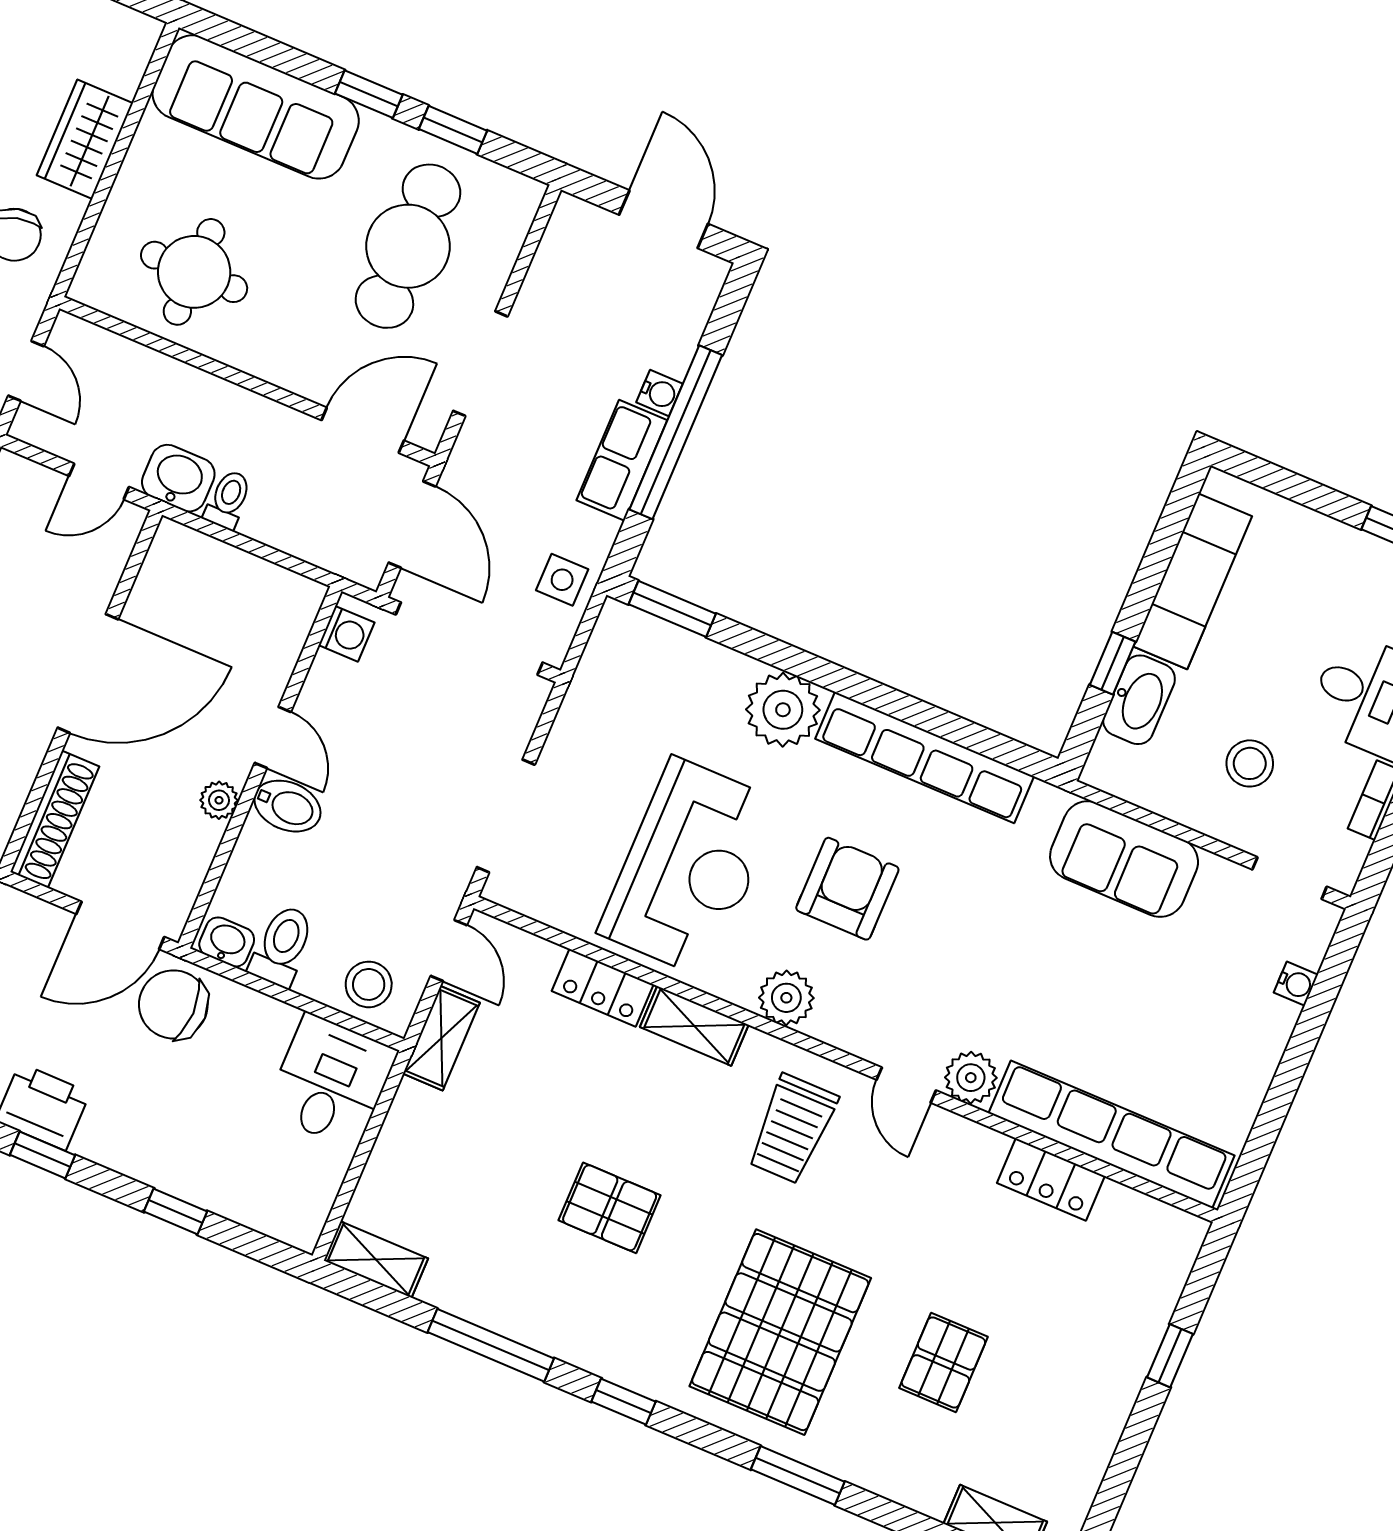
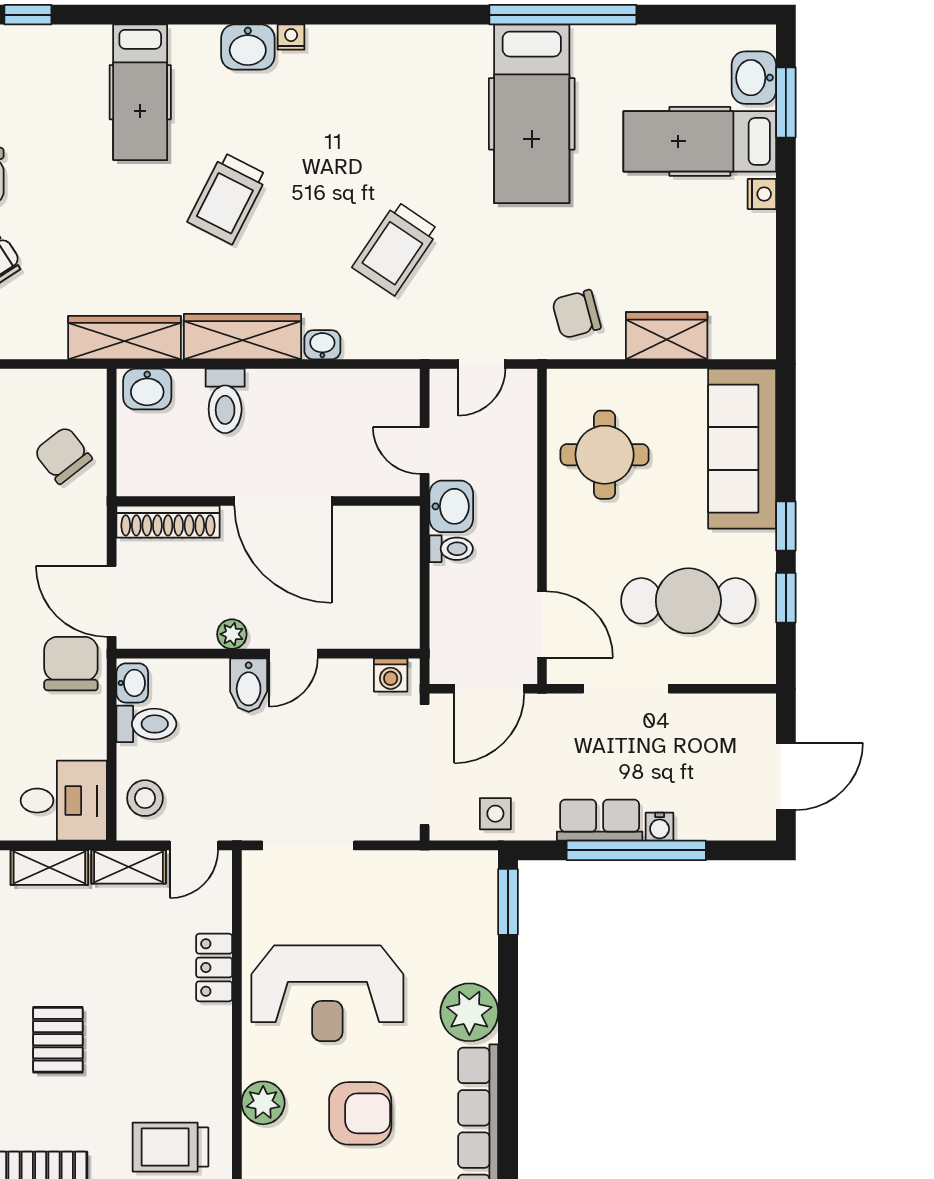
shelving: (694, 1026) -> (49, 867), moved, turned 90

